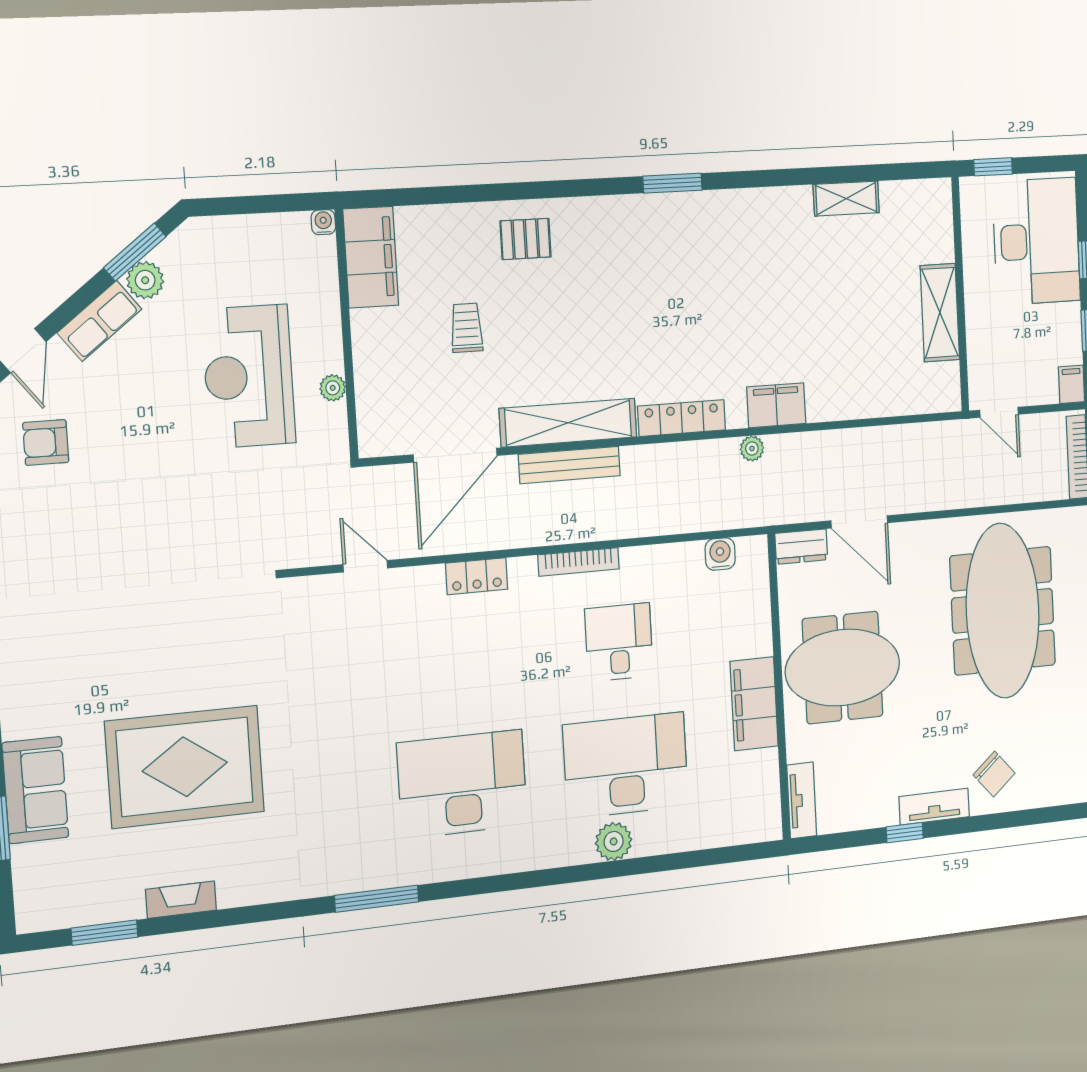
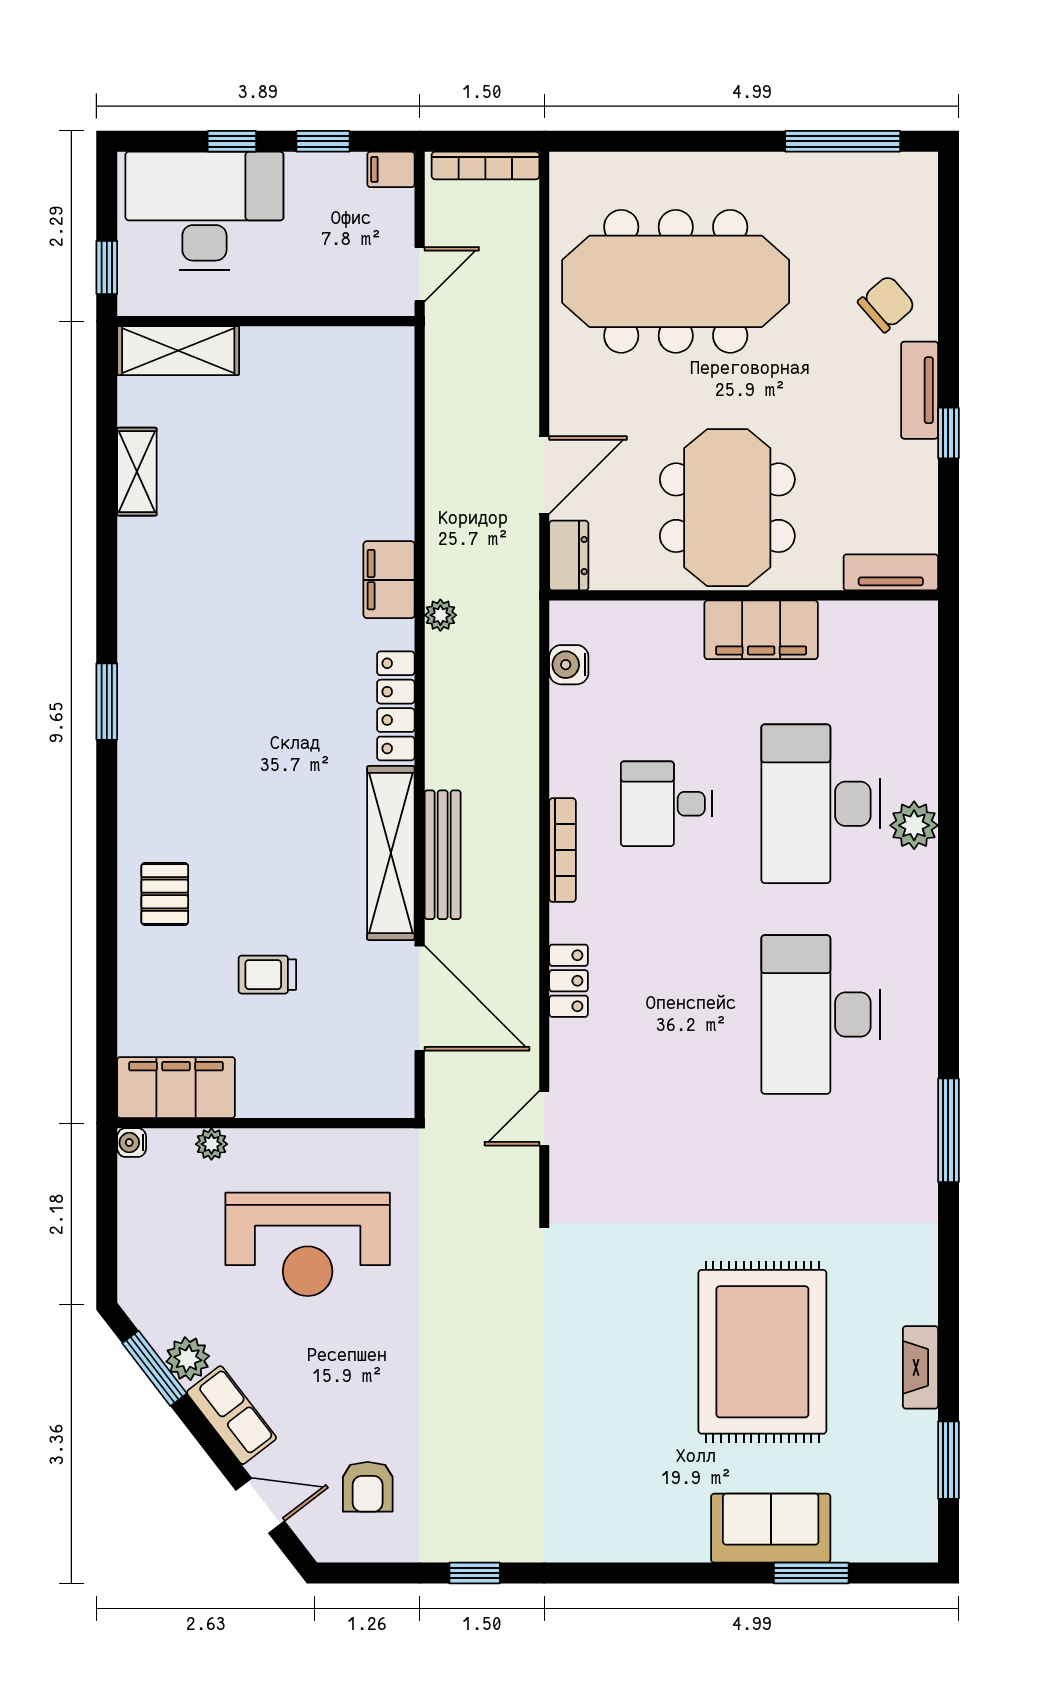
shelving: (940, 313) -> (178, 351), moved
plant: (333, 388) -> (211, 1144), moved

